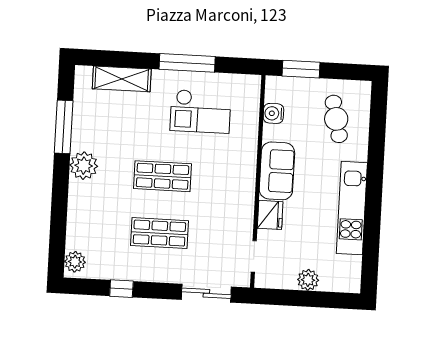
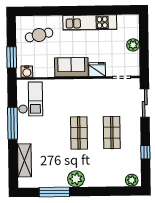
checkout: (201, 111) -> (30, 99), moved
water cooler: (273, 113) -> (27, 72), moved

